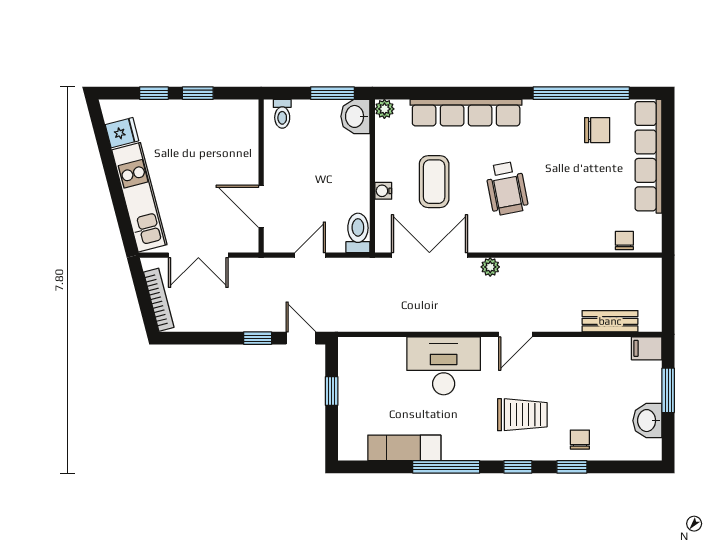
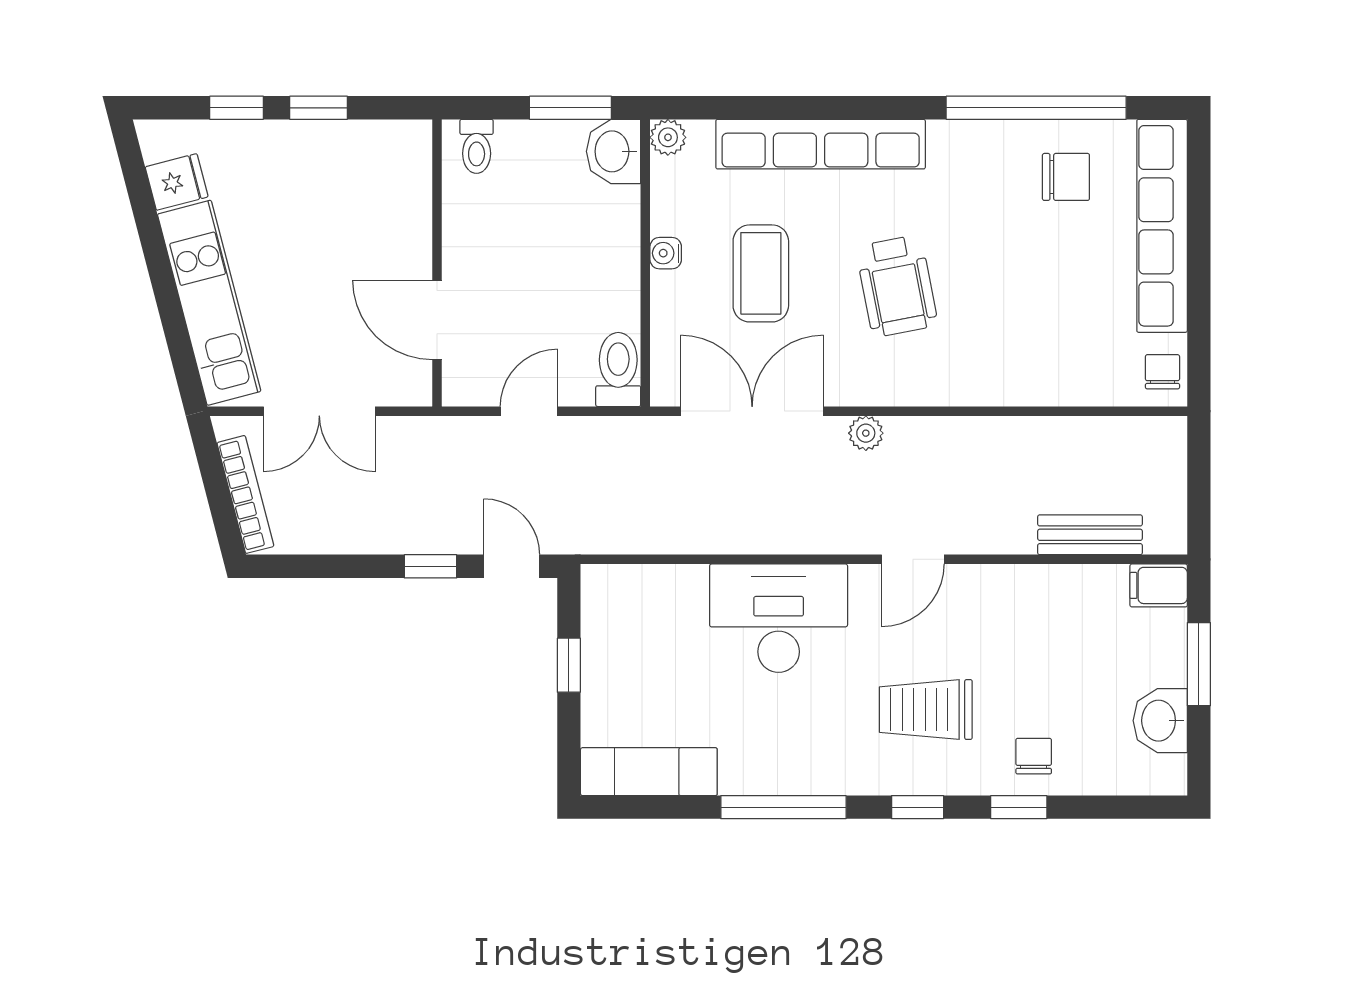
water cooler: (383, 191) -> (666, 253), moved
chair: (624, 241) -> (1162, 372), moved
trolley: (522, 415) -> (926, 710), turned 180
exam couch: (404, 448) -> (649, 772), moved

